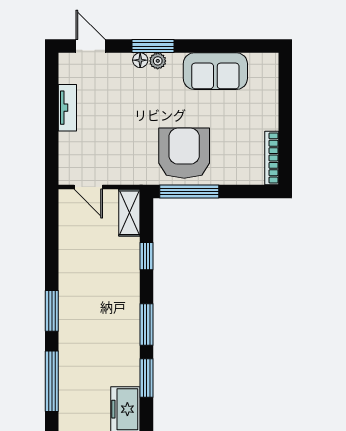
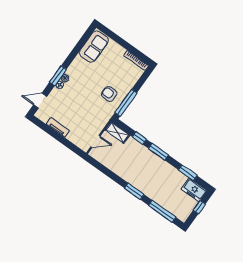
sofa: (215, 71) -> (94, 47), moved
armchair: (184, 153) -> (109, 94), width x0.53, depth x0.53
window: (147, 325) -> (158, 152), moved

